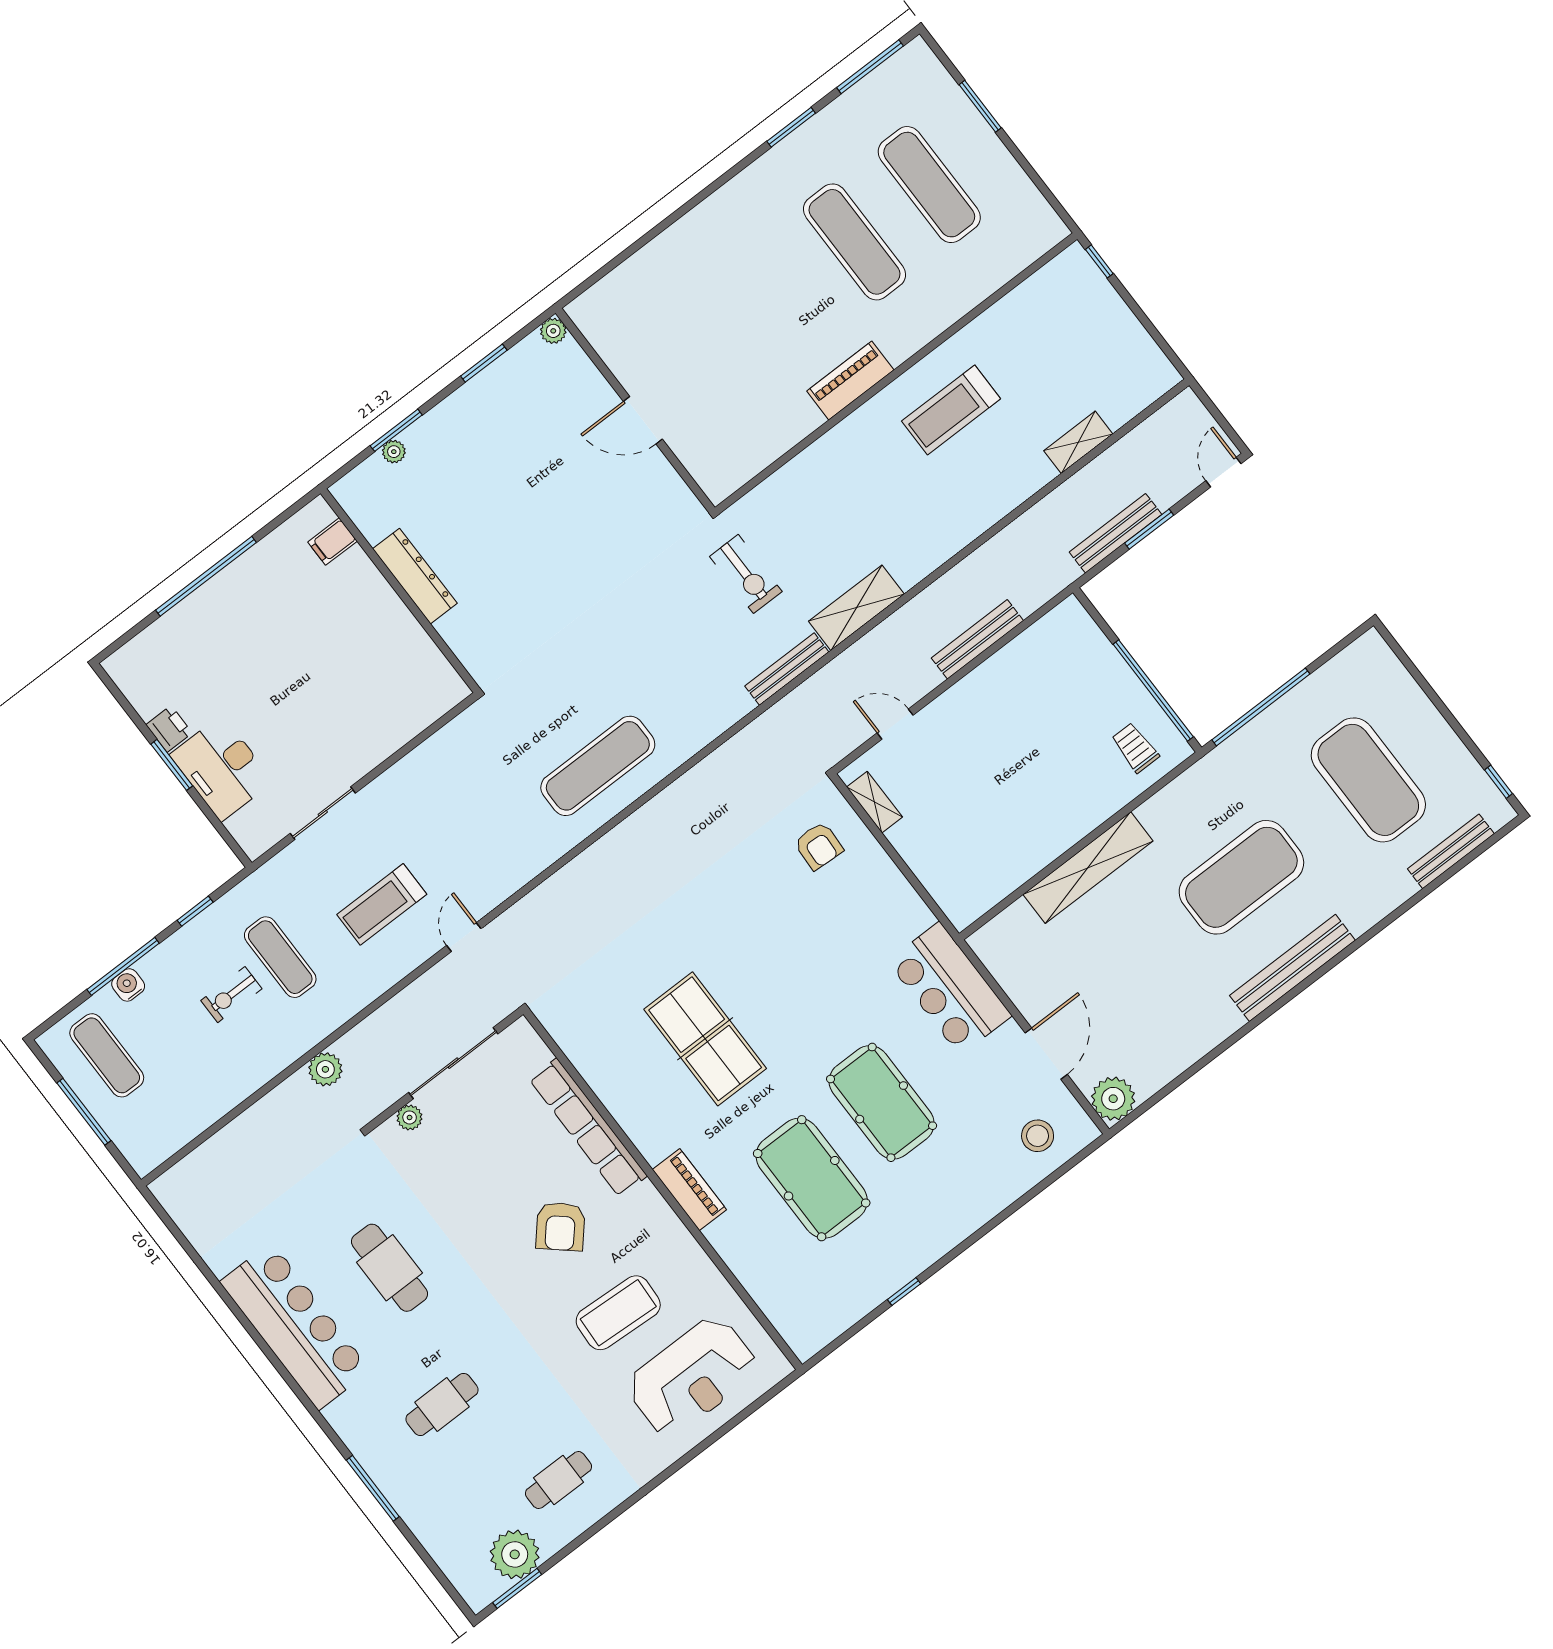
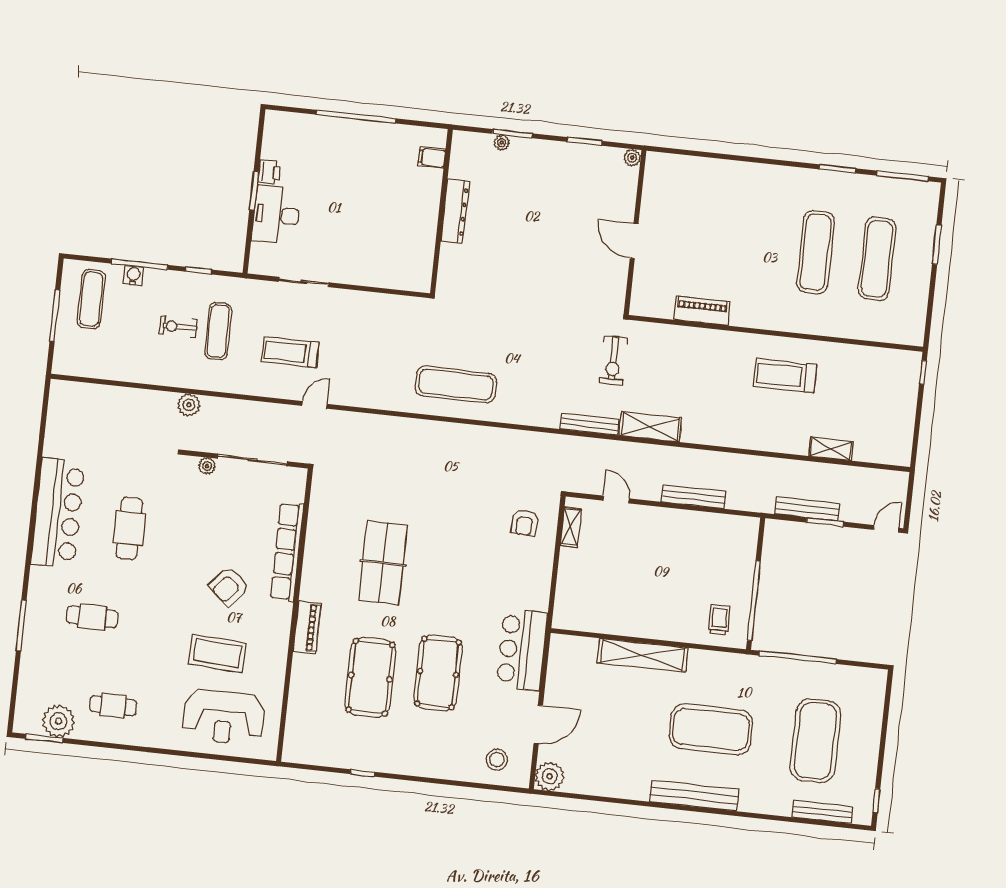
piano: (850, 381) -> (702, 311), moved

